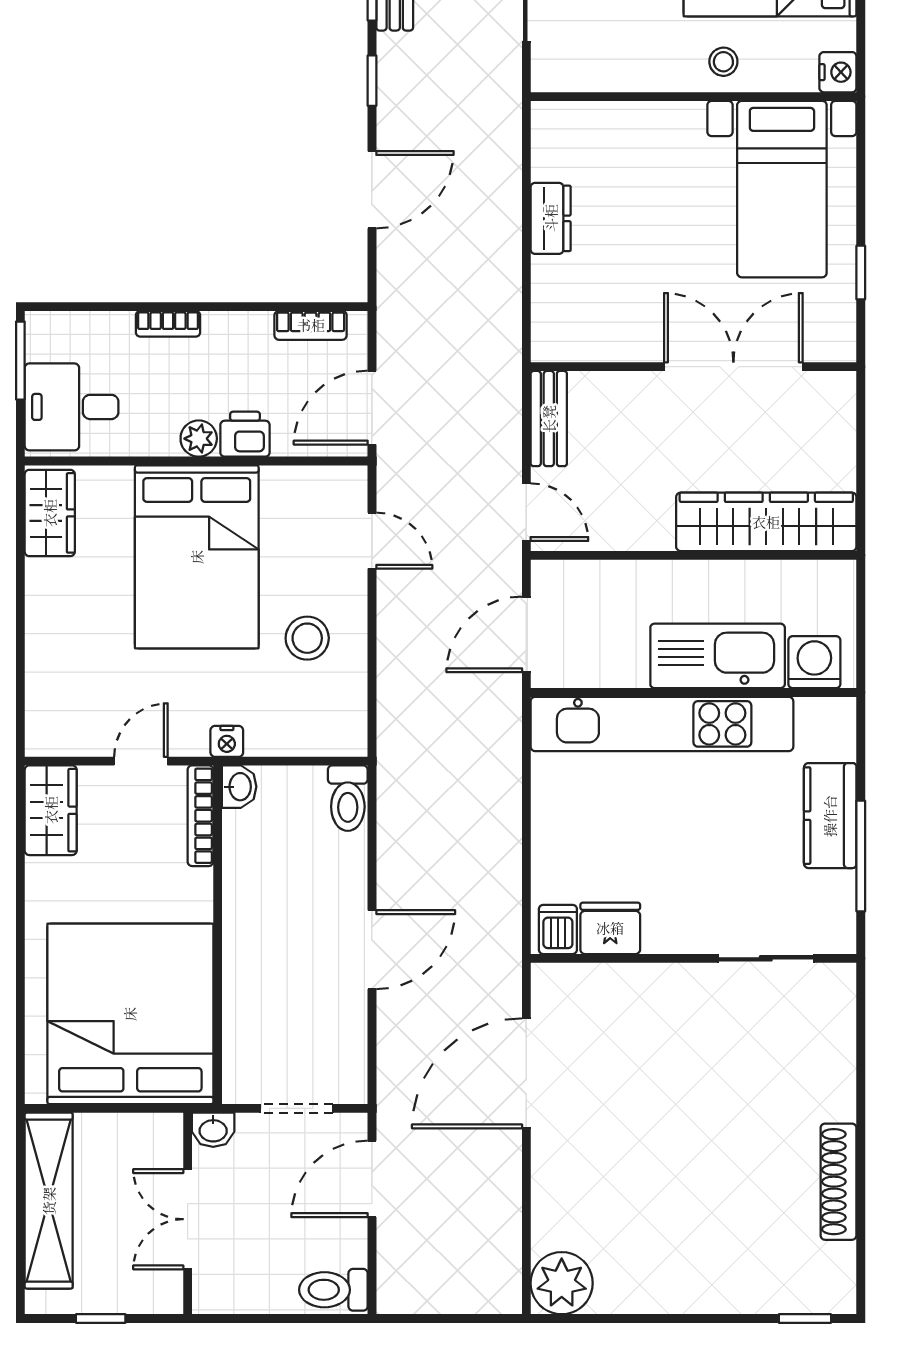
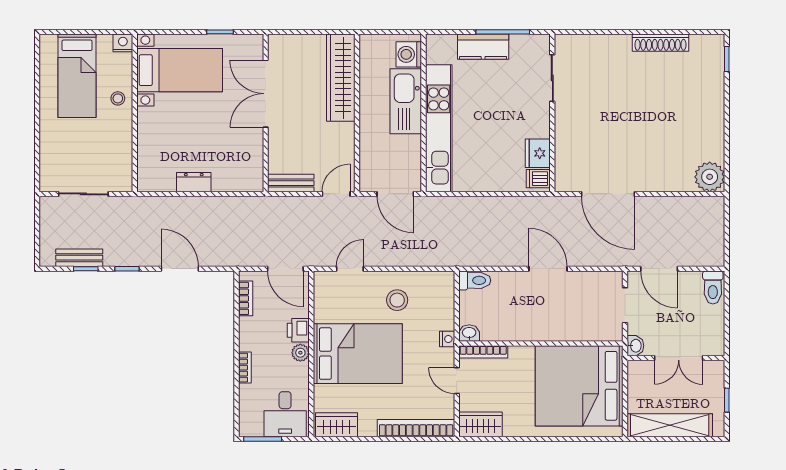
bookcase: (43, 677) -> (416, 428), added

